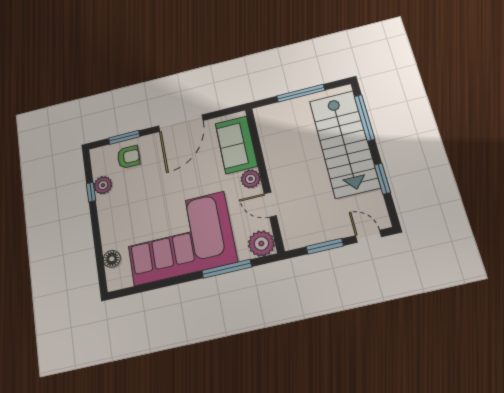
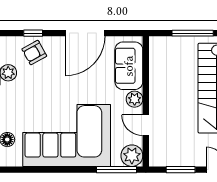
window: (124, 137) -> (33, 33), width x0.67
armchair: (128, 157) -> (34, 53), turned 151
window: (227, 269) -> (117, 170), moved

